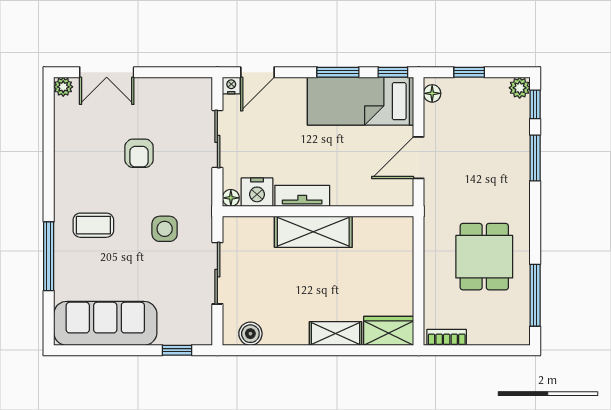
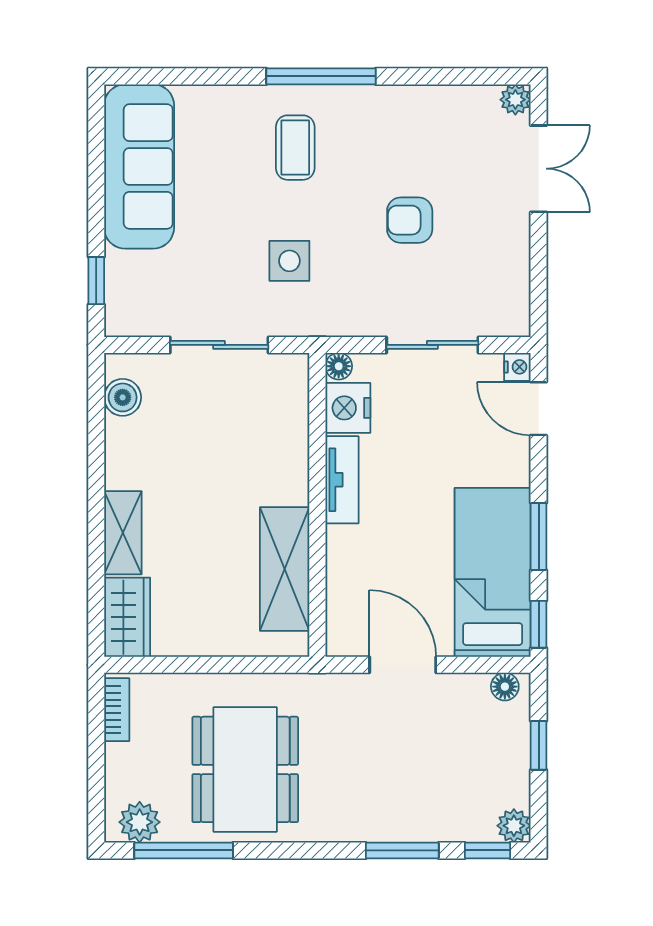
double door: (107, 72) -> (539, 169), swing flipped
shelving: (313, 232) -> (285, 569), moved
window: (49, 256) -> (321, 76), moved
dining table: (484, 257) -> (245, 769), width x1.37
plant: (517, 323) -> (140, 822), added

